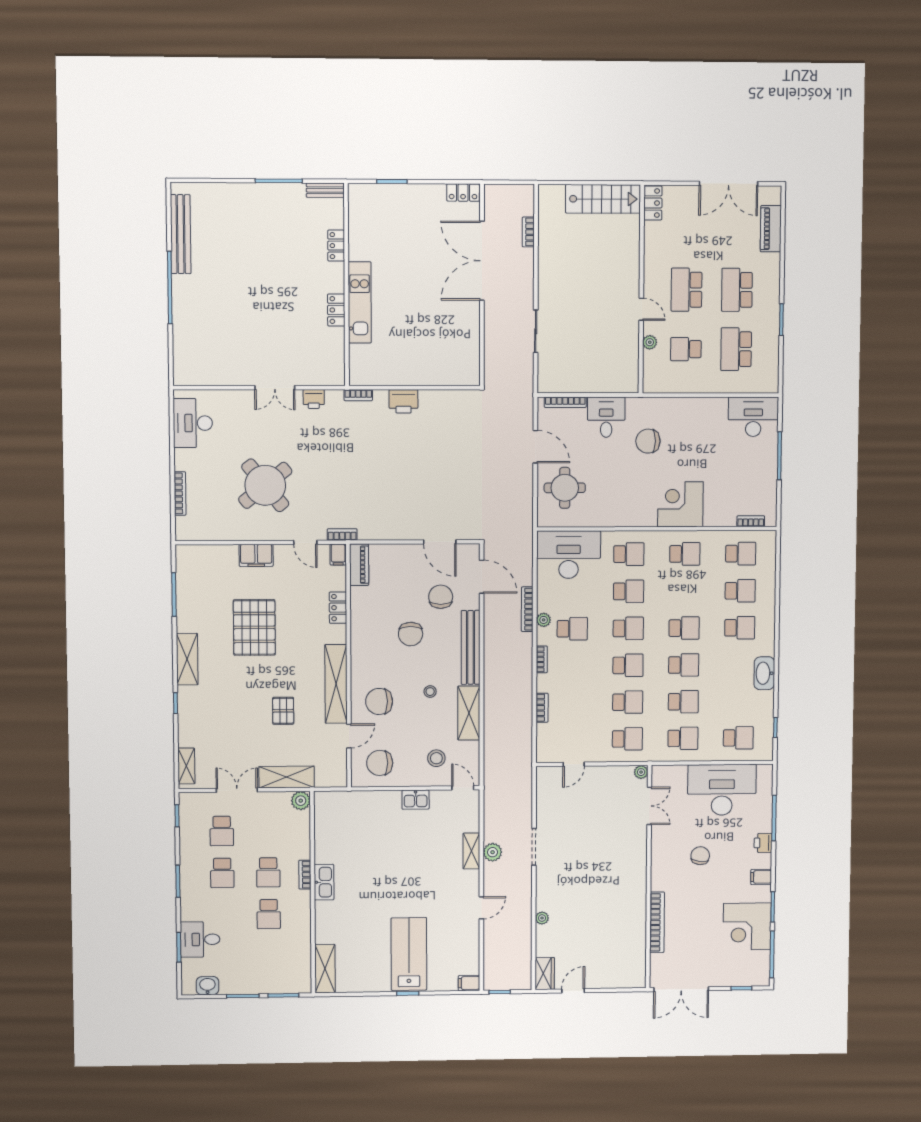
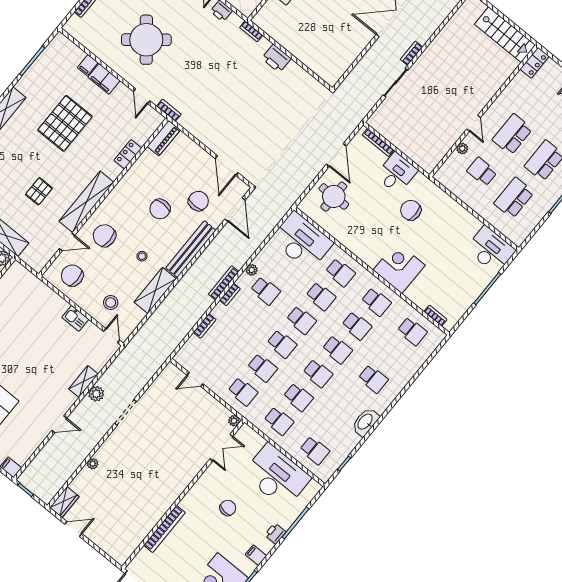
bookcase: (528, 232) -> (412, 53), moved
filing cabinet: (338, 555) -> (88, 65), moved
school desk: (740, 591) -> (357, 326), moved
bookcase: (527, 609) -> (224, 283), moved

